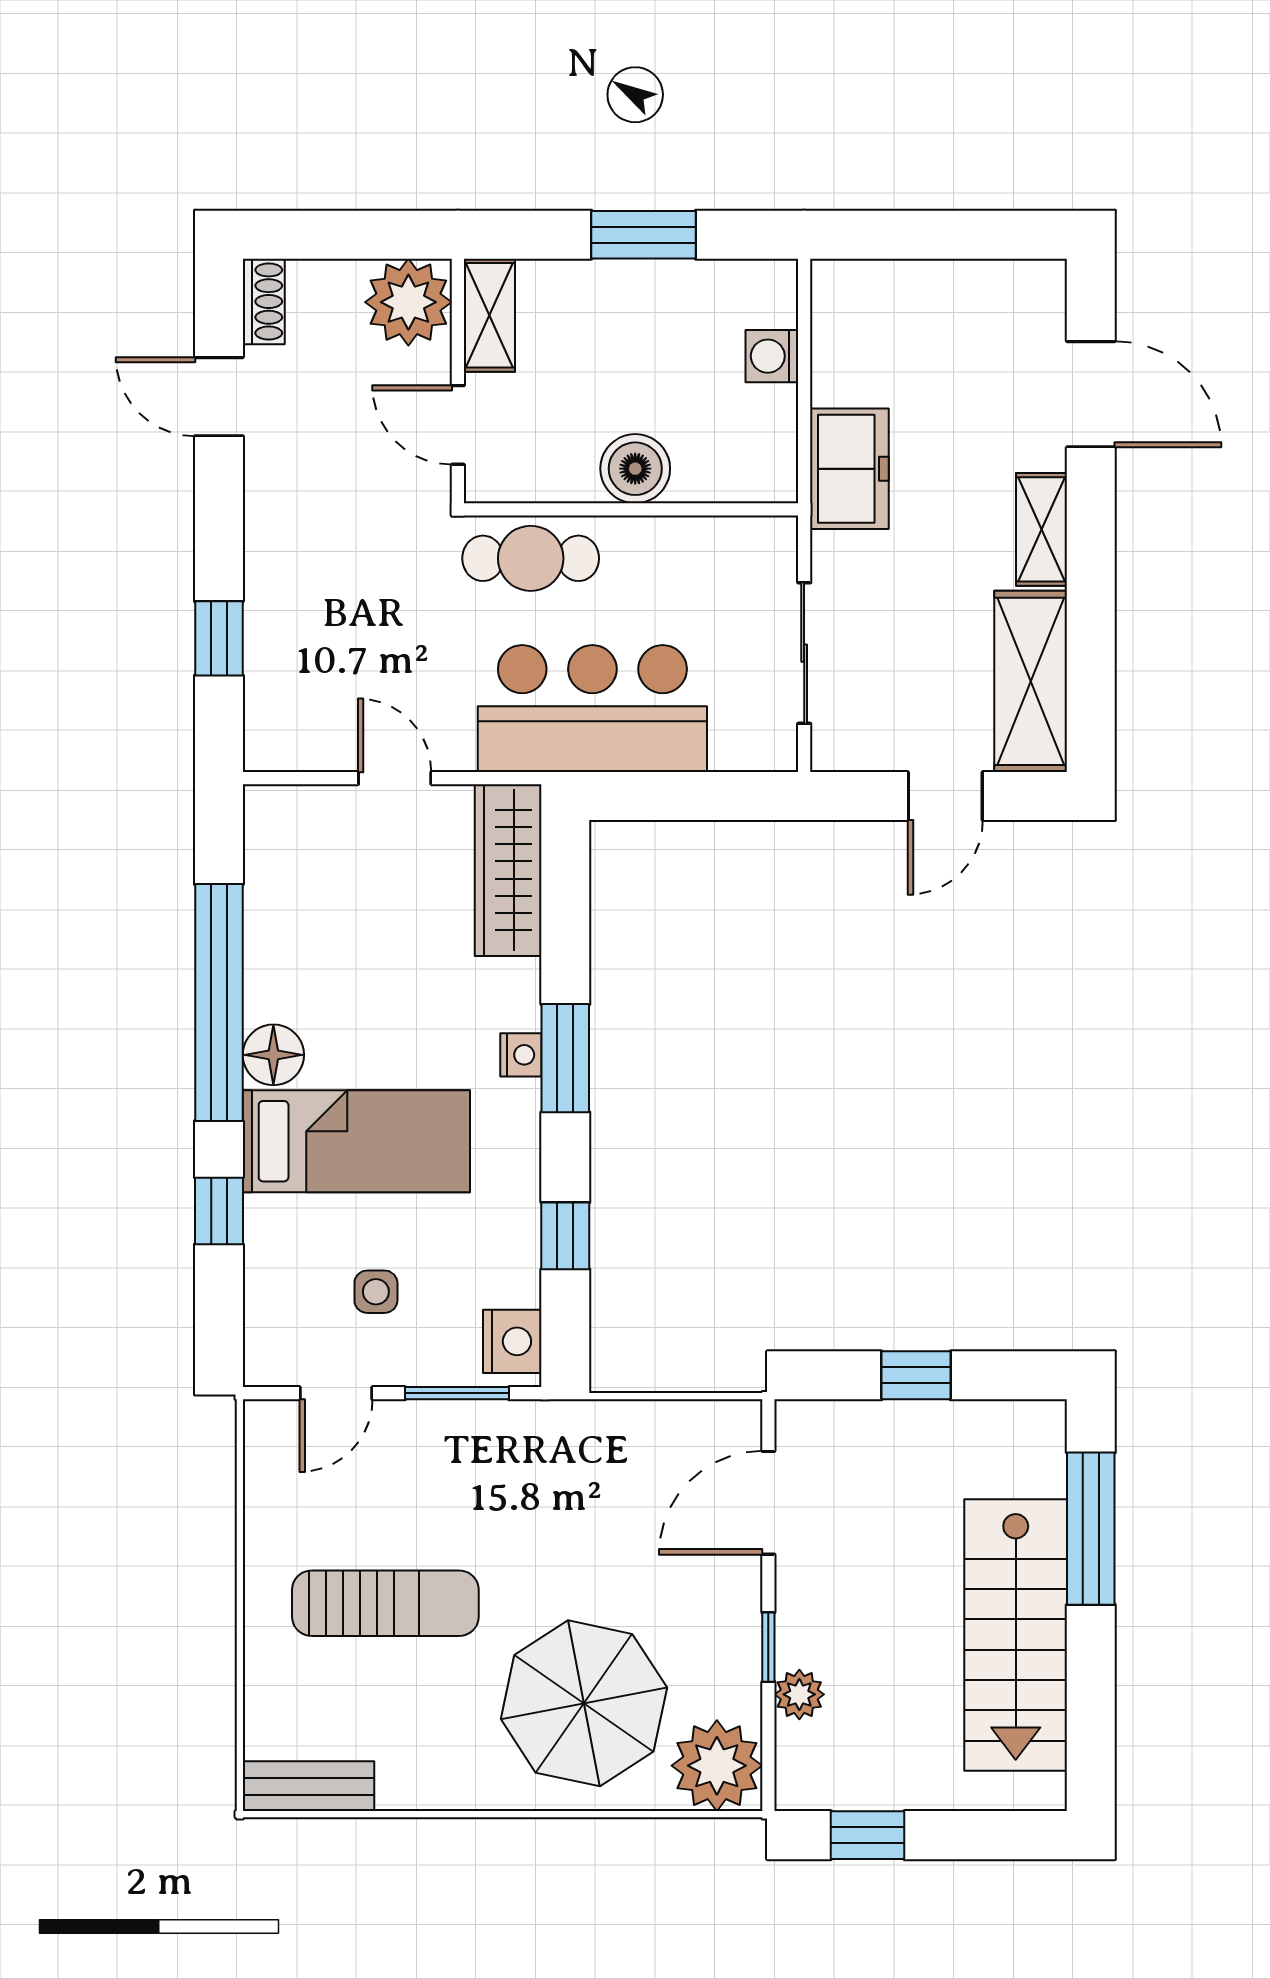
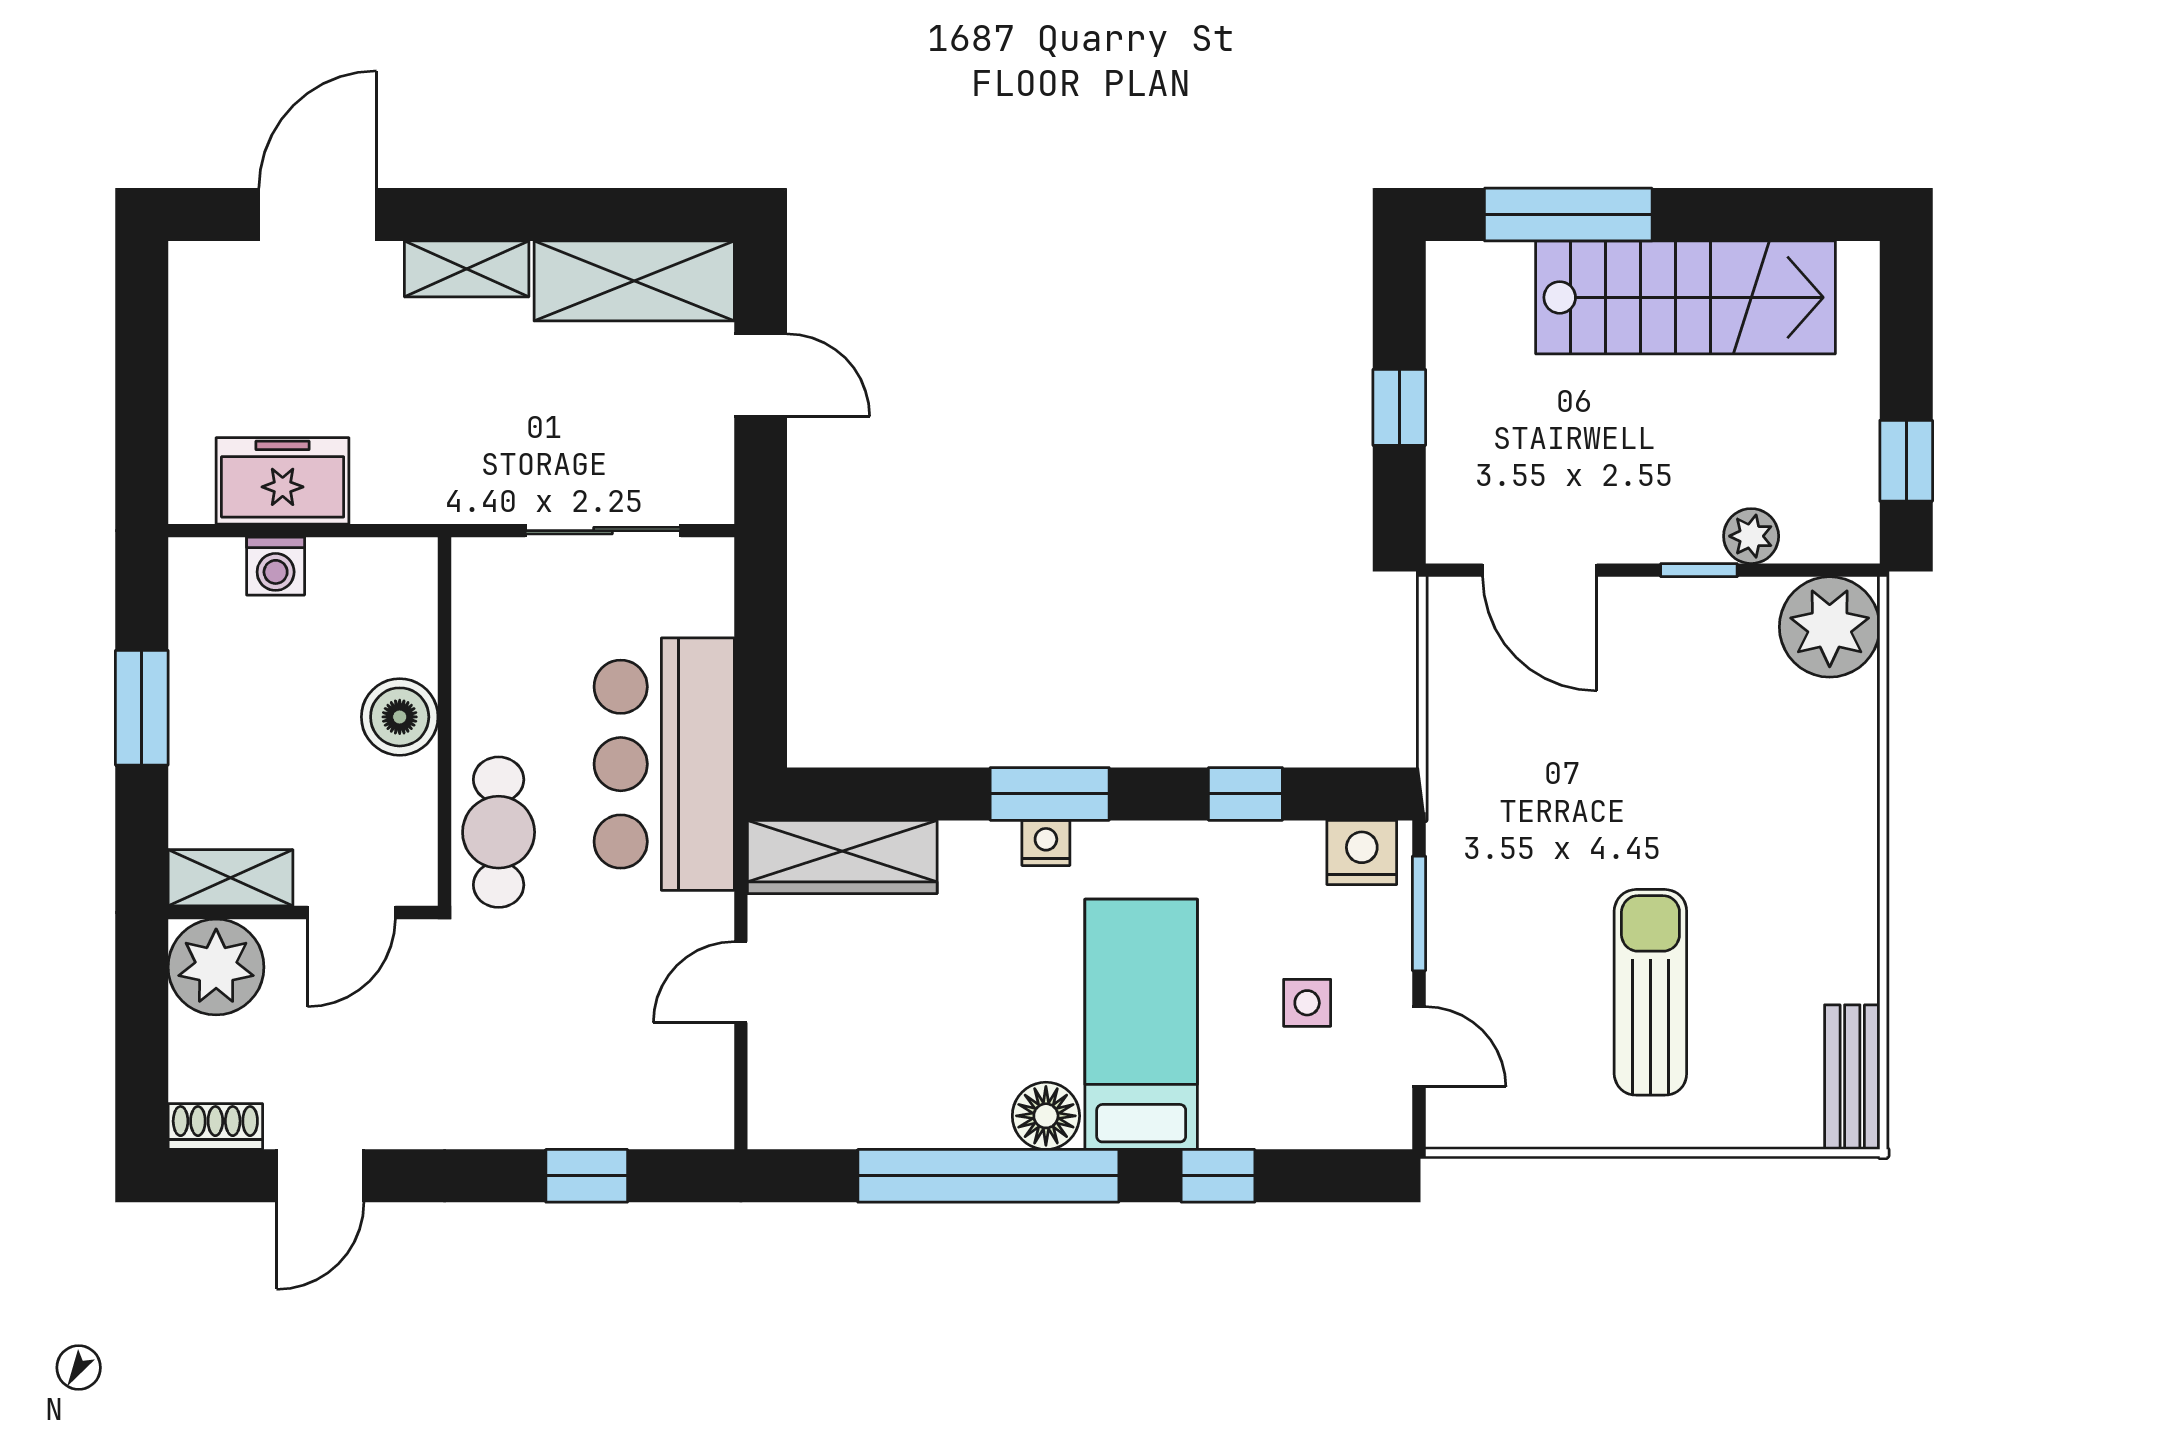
freezer: (849, 469) -> (283, 481), moved
parasol: (584, 1703) -> (1761, 773), removed

